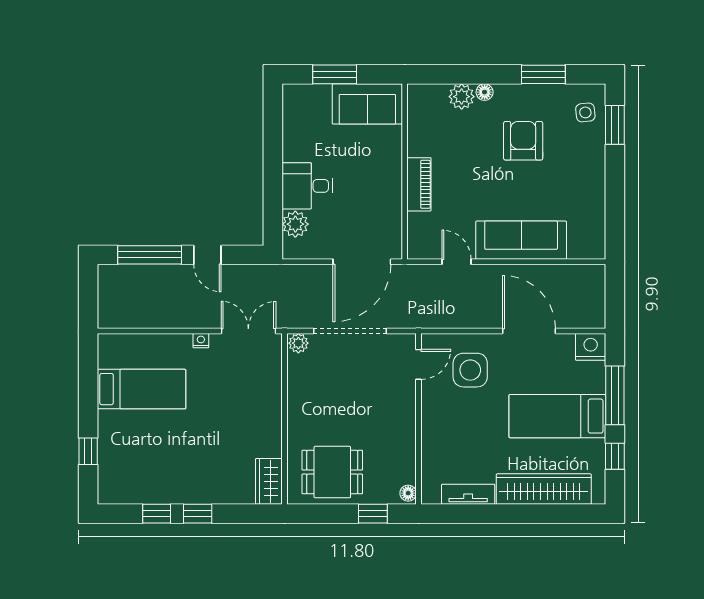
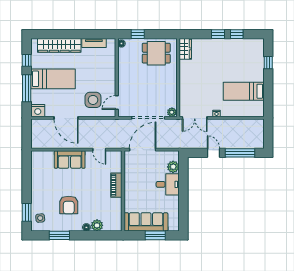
sofa: (367, 104) -> (146, 222), width x1.36
sofa: (521, 240) -> (70, 159), width x0.73

